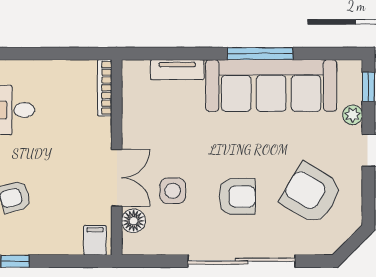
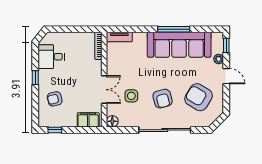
tv unit: (177, 70) -> (119, 37), moved
armchair: (237, 196) -> (163, 99), turned 75
floor lamp: (133, 221) -> (112, 121), moved
filing cabinet: (95, 240) -> (88, 120), width x2.00

